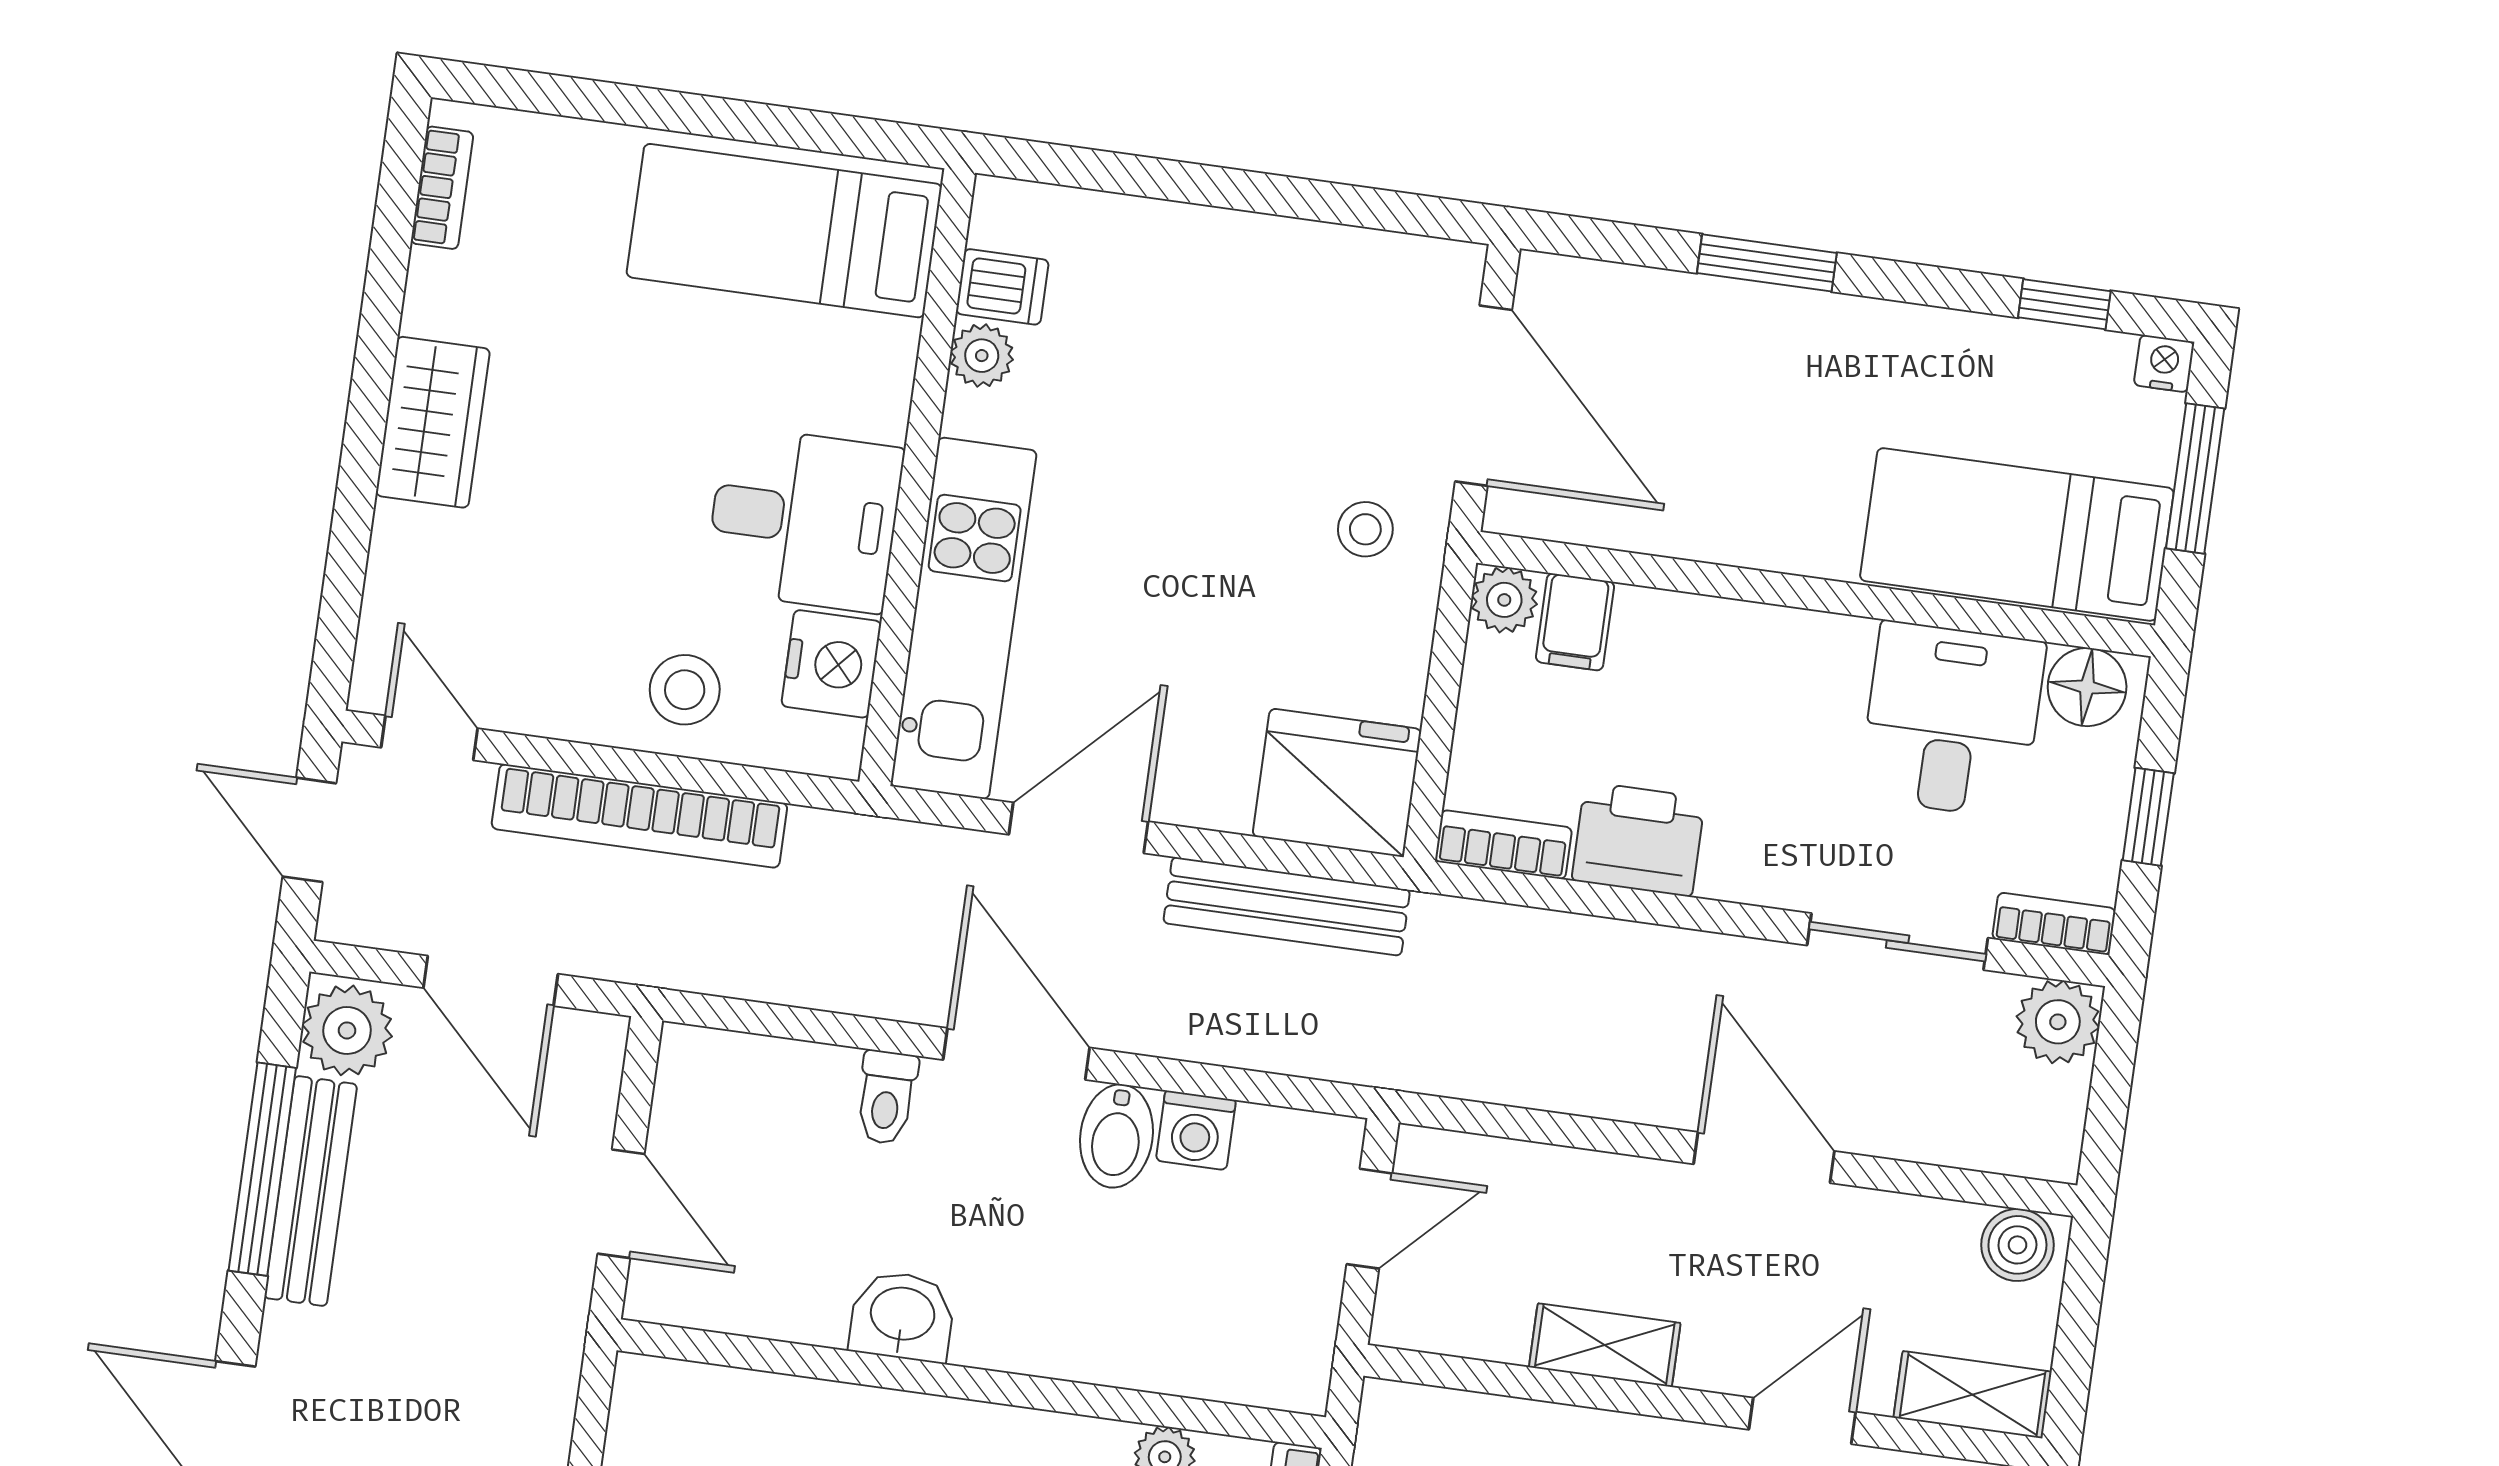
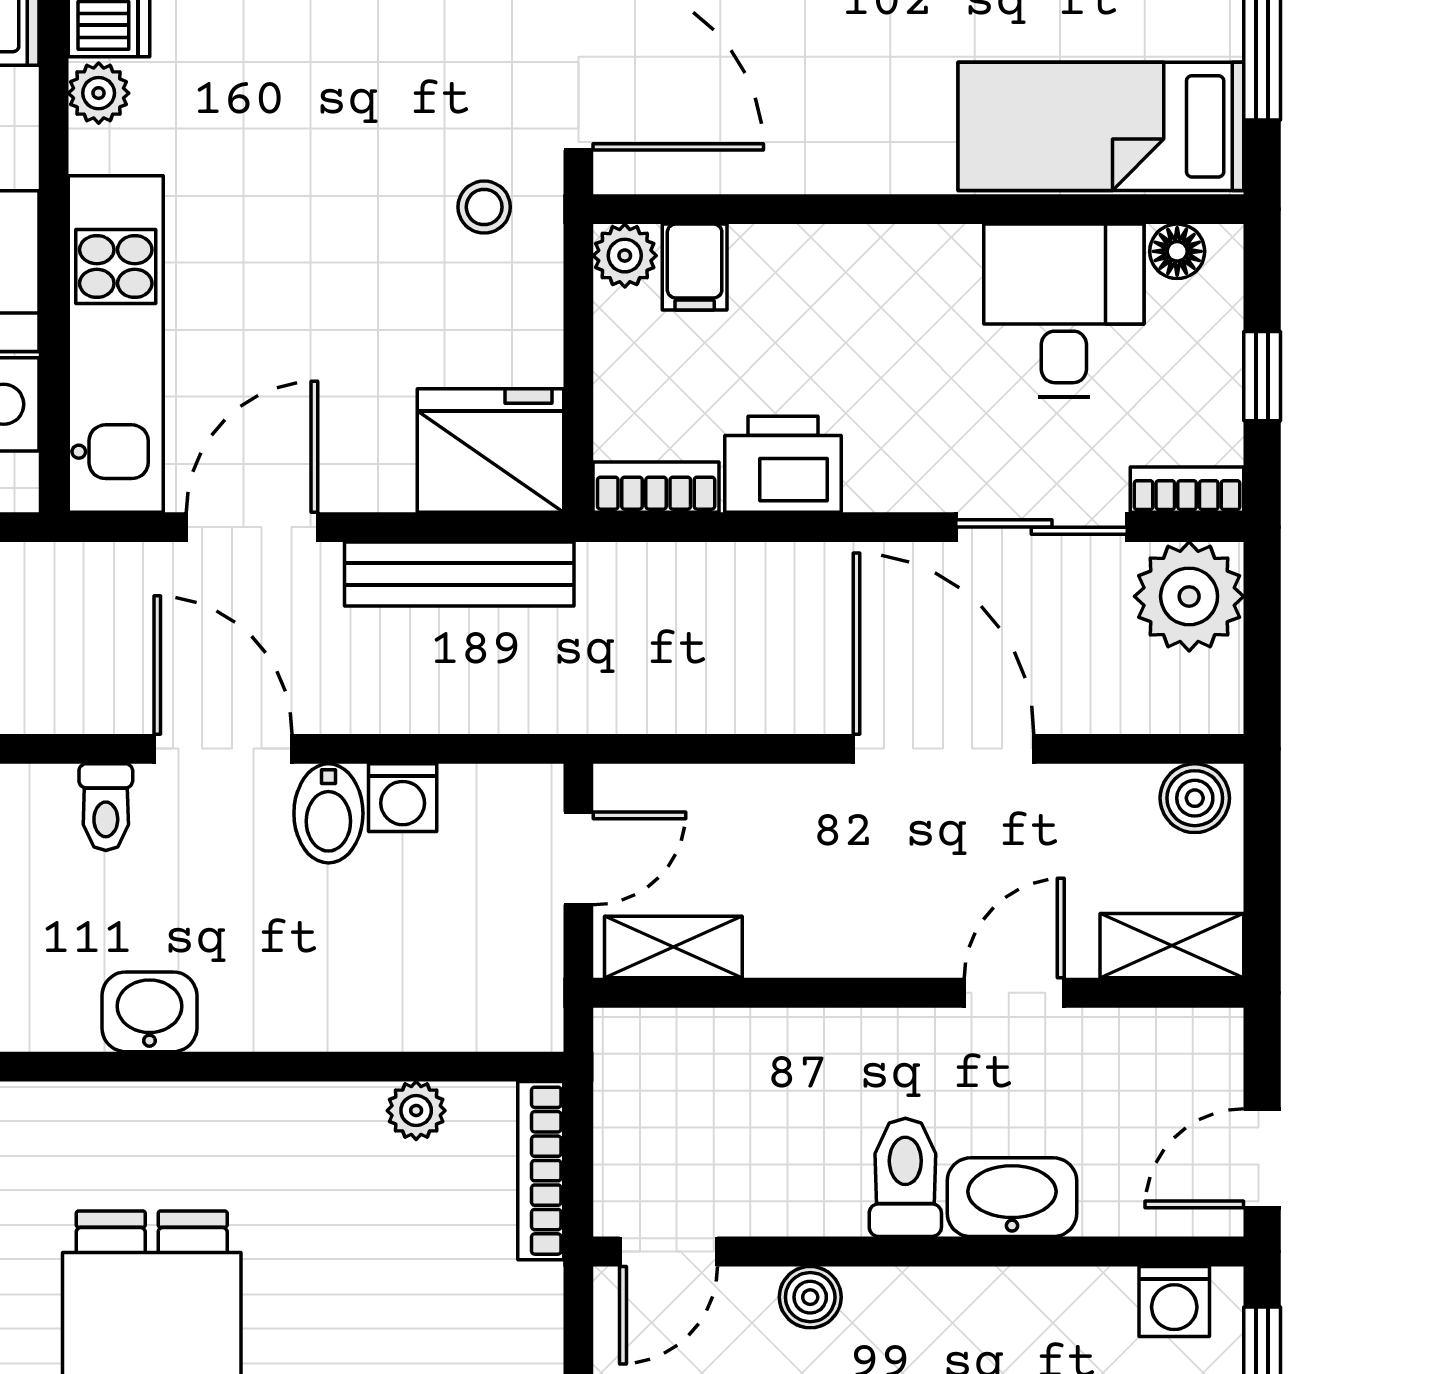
floor lamp: (2087, 687) -> (1177, 251), width x0.73, depth x0.73
plant: (2058, 1022) -> (1189, 596), width x1.36, depth x1.36
door: (1764, 1158) -> (944, 749), width x1.36
shelving: (1605, 1345) -> (673, 947), moved

